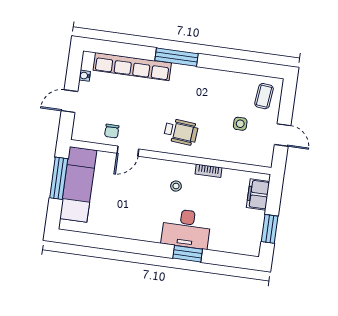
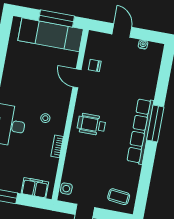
row of seats: (132, 67) -> (140, 131), moved
side table: (240, 124) -> (66, 189), moved
wheelchair: (181, 132) -> (91, 124), turned 85

